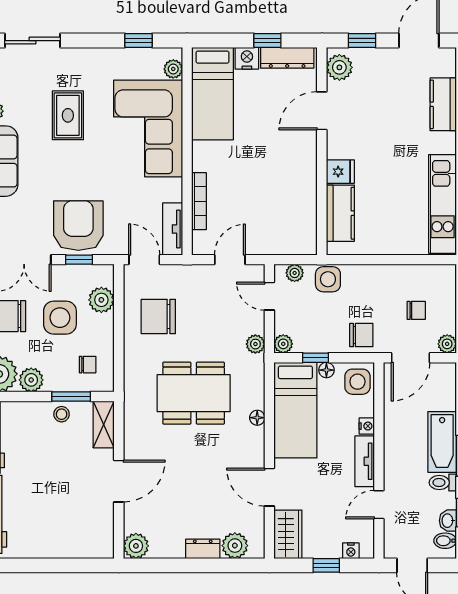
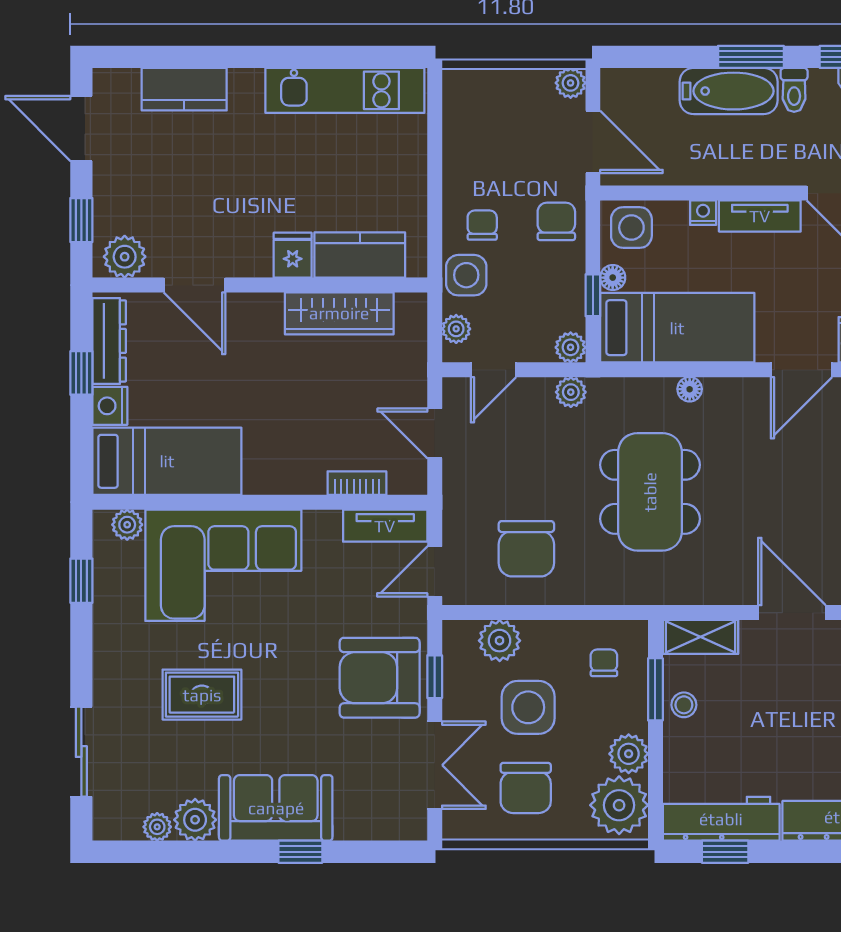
wardrobe: (304, 200) -> (339, 313), added
bookcase: (199, 201) -> (357, 483), width x0.64
chair: (416, 310) -> (482, 225), moved

